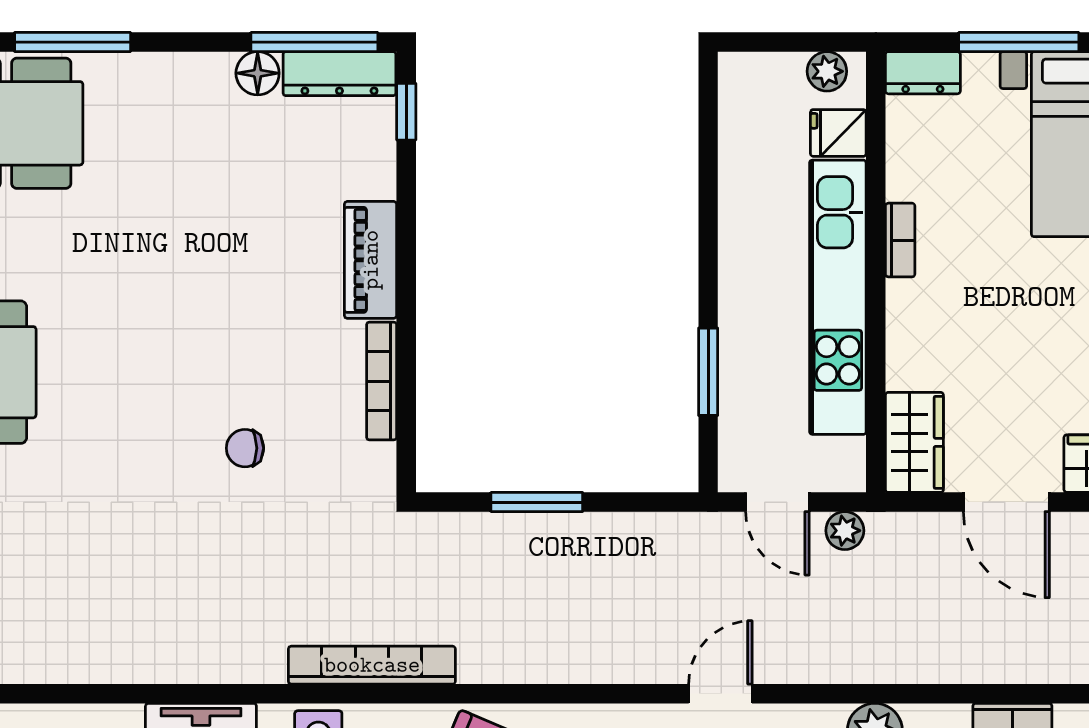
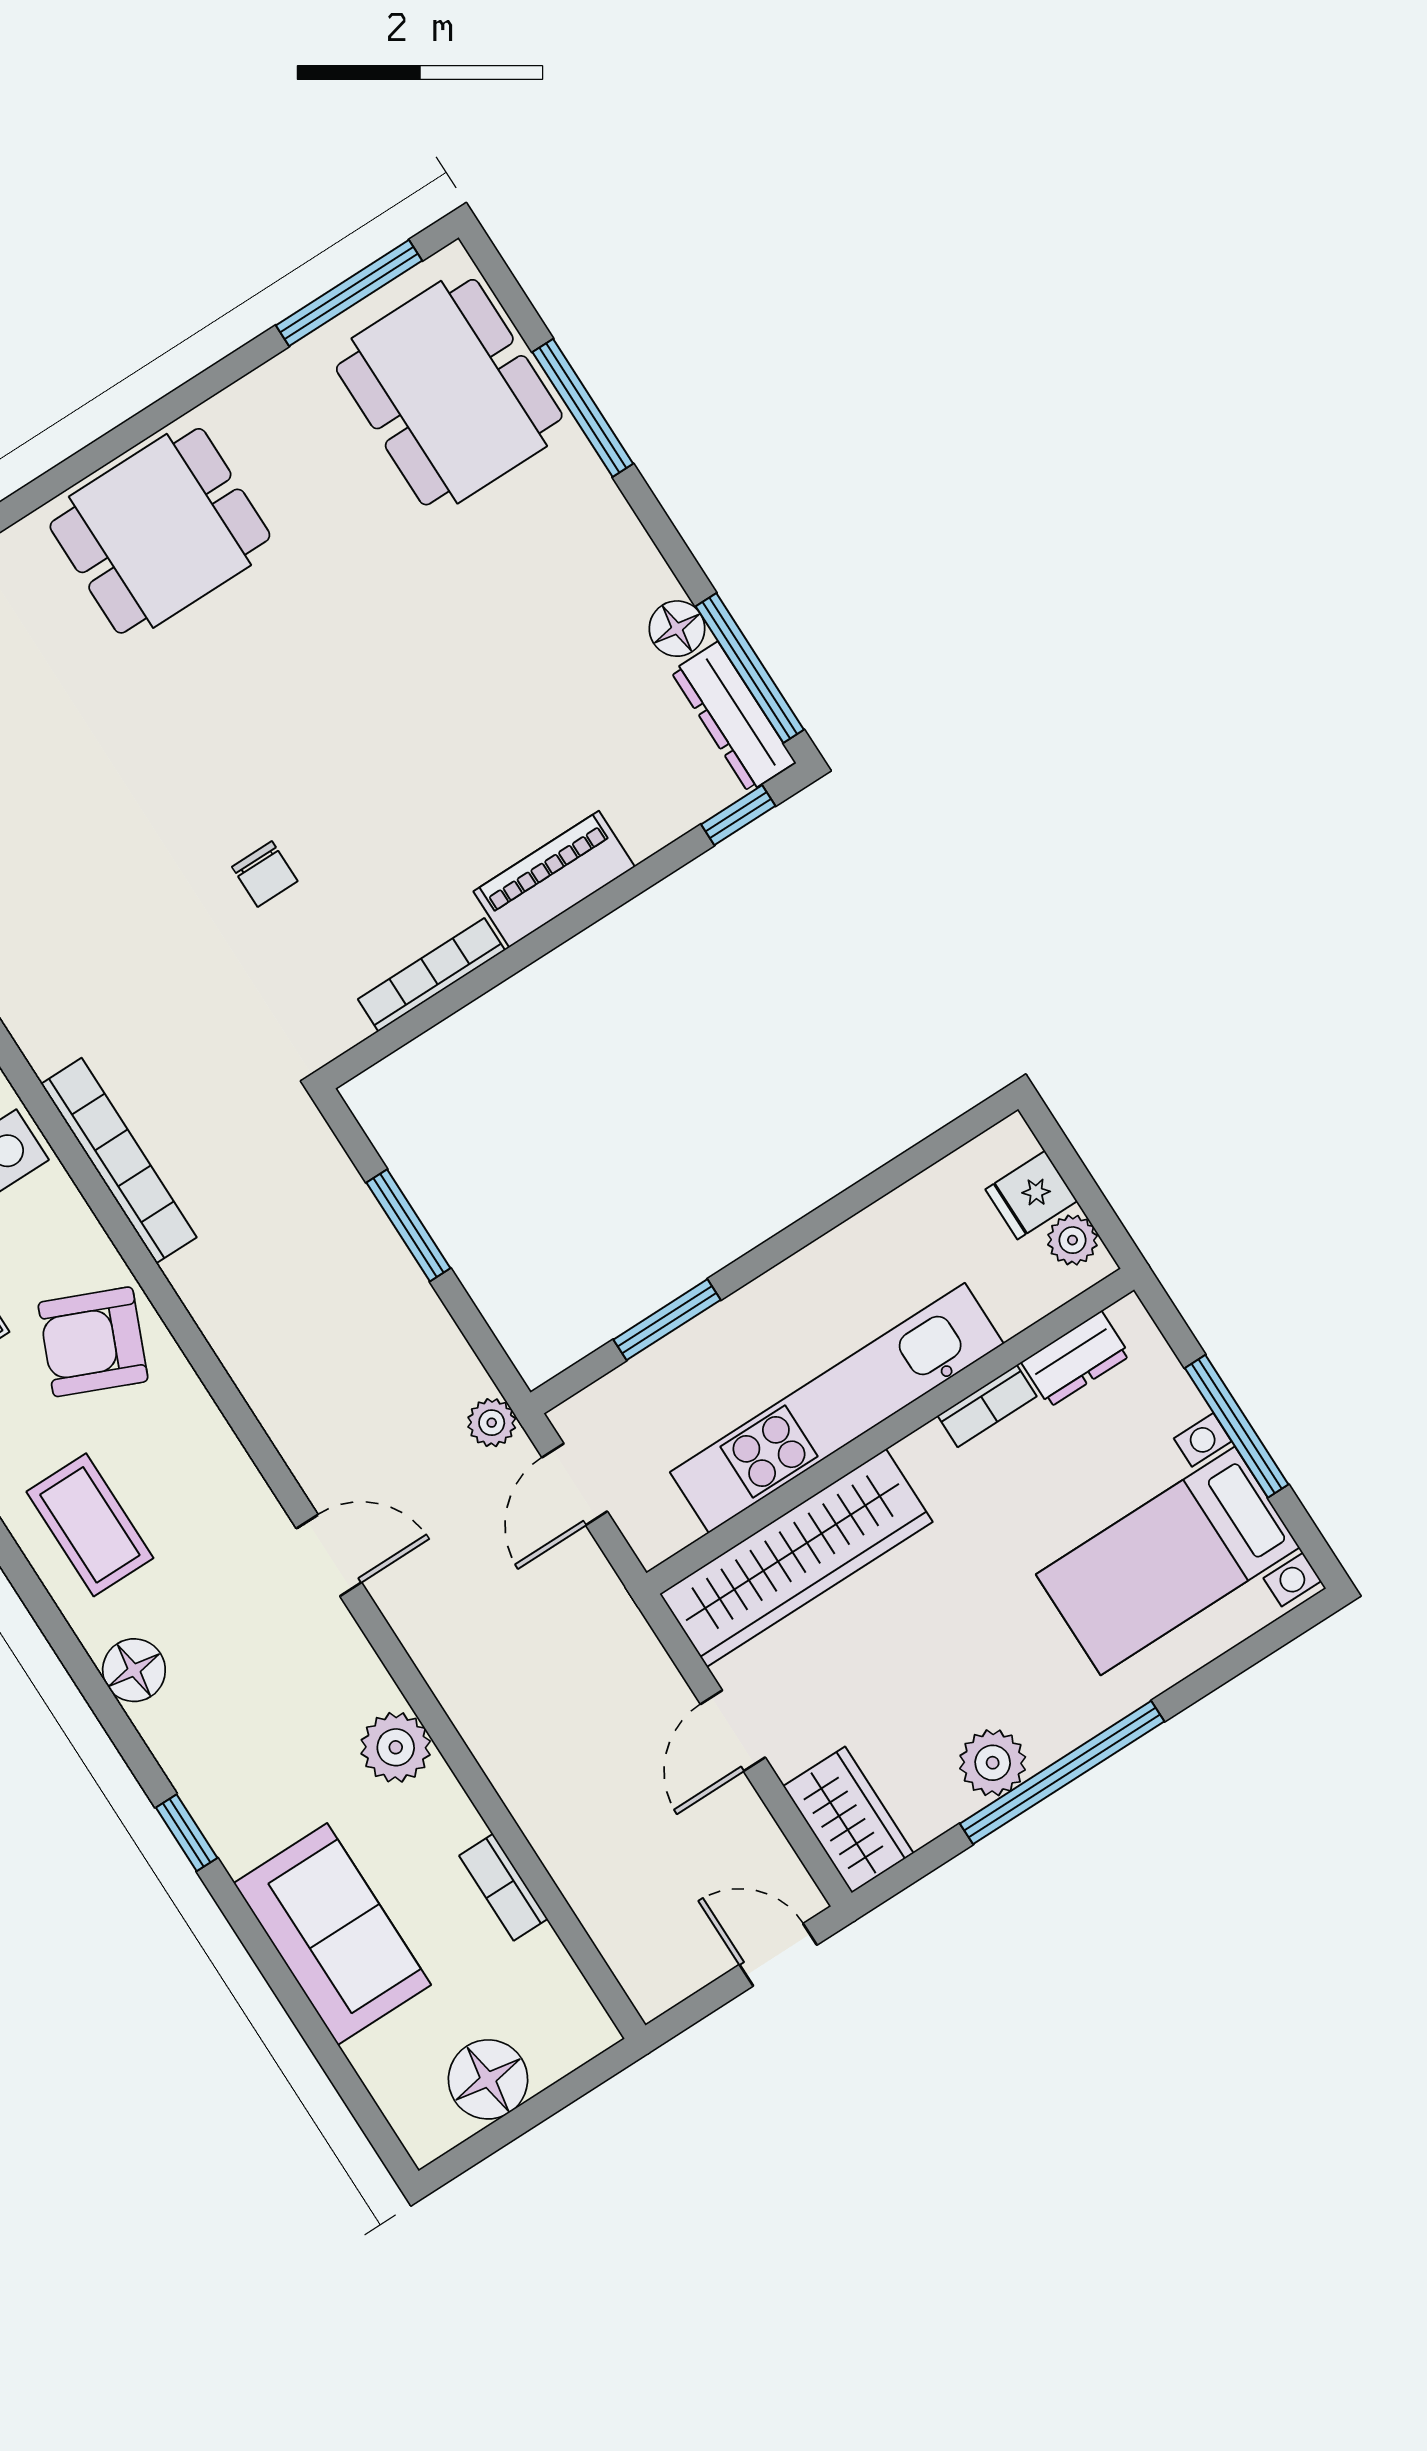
dresser: (923, 73) -> (1076, 1359), moved, turned -90
fridge: (838, 133) -> (1031, 1195), moved, turned -90
bookcase: (900, 240) -> (987, 1406), moved
wardrobe: (914, 442) -> (796, 1558), width x2.10, depth x1.17
chair: (245, 448) -> (265, 874), turned 180
door: (1006, 502) -> (733, 1731), width x0.73
plant: (845, 531) -> (492, 1423), moved

